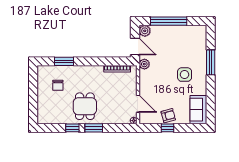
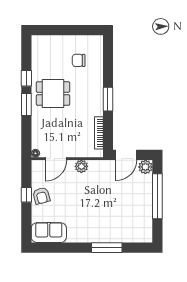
window: (64, 61) -> (108, 99), moved
plant: (144, 64) -> (81, 166), moved
side table: (185, 75) -> (92, 216), removed

